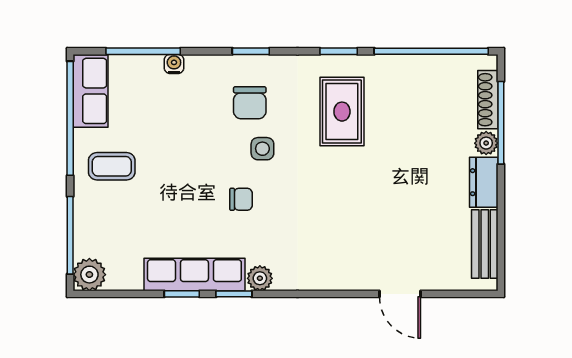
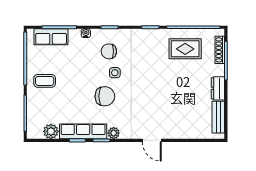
water cooler: (174, 64) -> (86, 33), moved
row of seats: (90, 91) -> (51, 37), moved, turned 90
chair: (250, 103) -> (109, 51), turned 90
rug: (342, 112) -> (185, 49), moved, turned 90
plant: (486, 143) -> (219, 70), removed
chair: (241, 199) -> (105, 96), width x1.87, depth x1.87
plant: (89, 275) -> (51, 131), moved
door: (400, 294) -> (152, 140), moved

